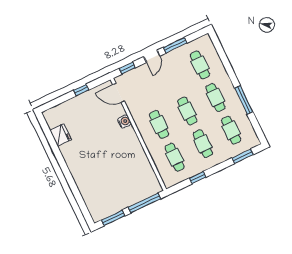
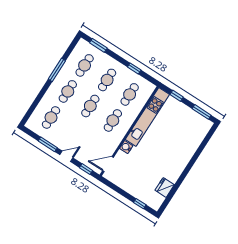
window: (81, 90) -> (140, 204), moved
door: (119, 93) -> (108, 164), swing flipped
kitchen unit: (141, 161) -> (147, 117), added
window: (144, 203) -> (177, 96), width x0.46

